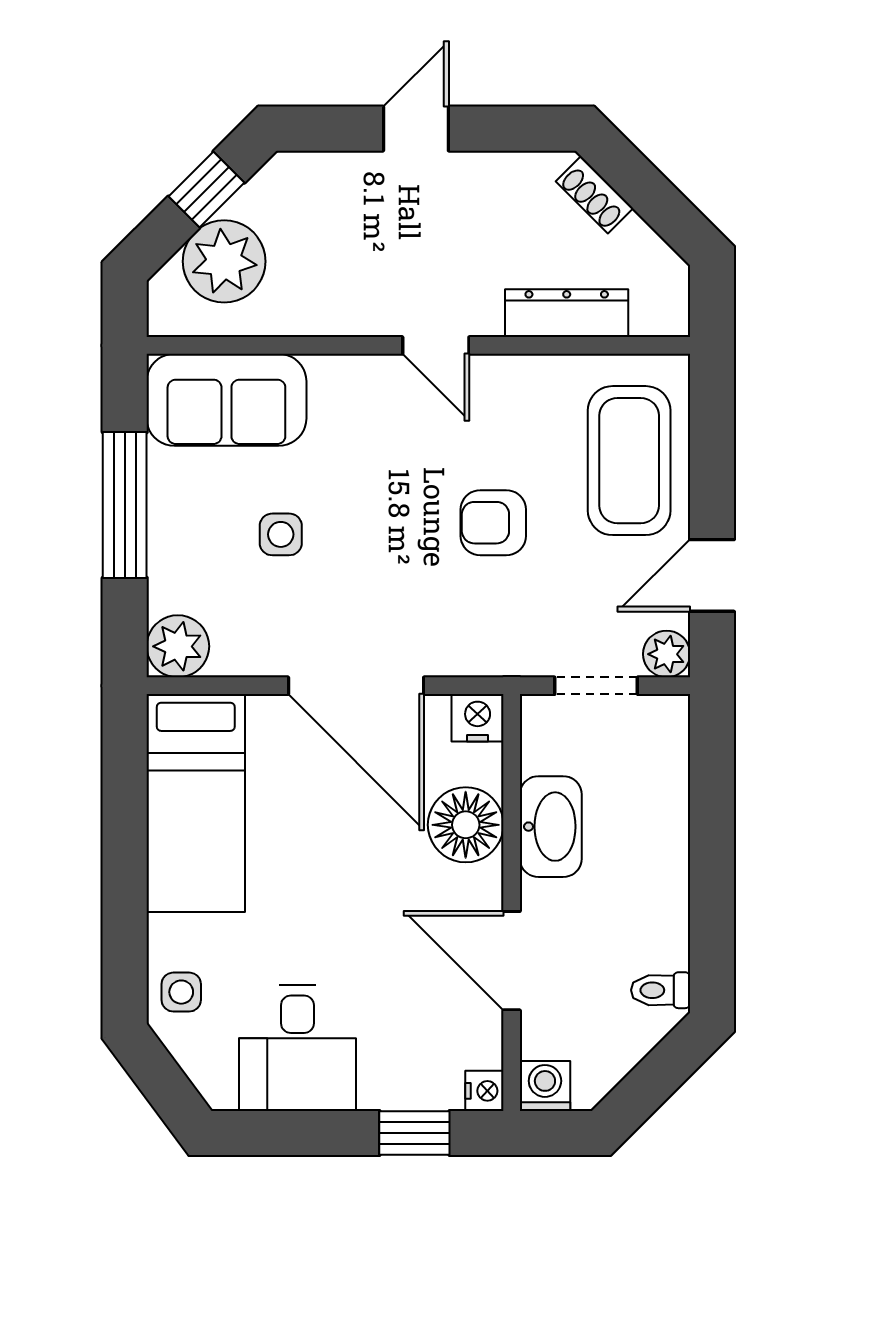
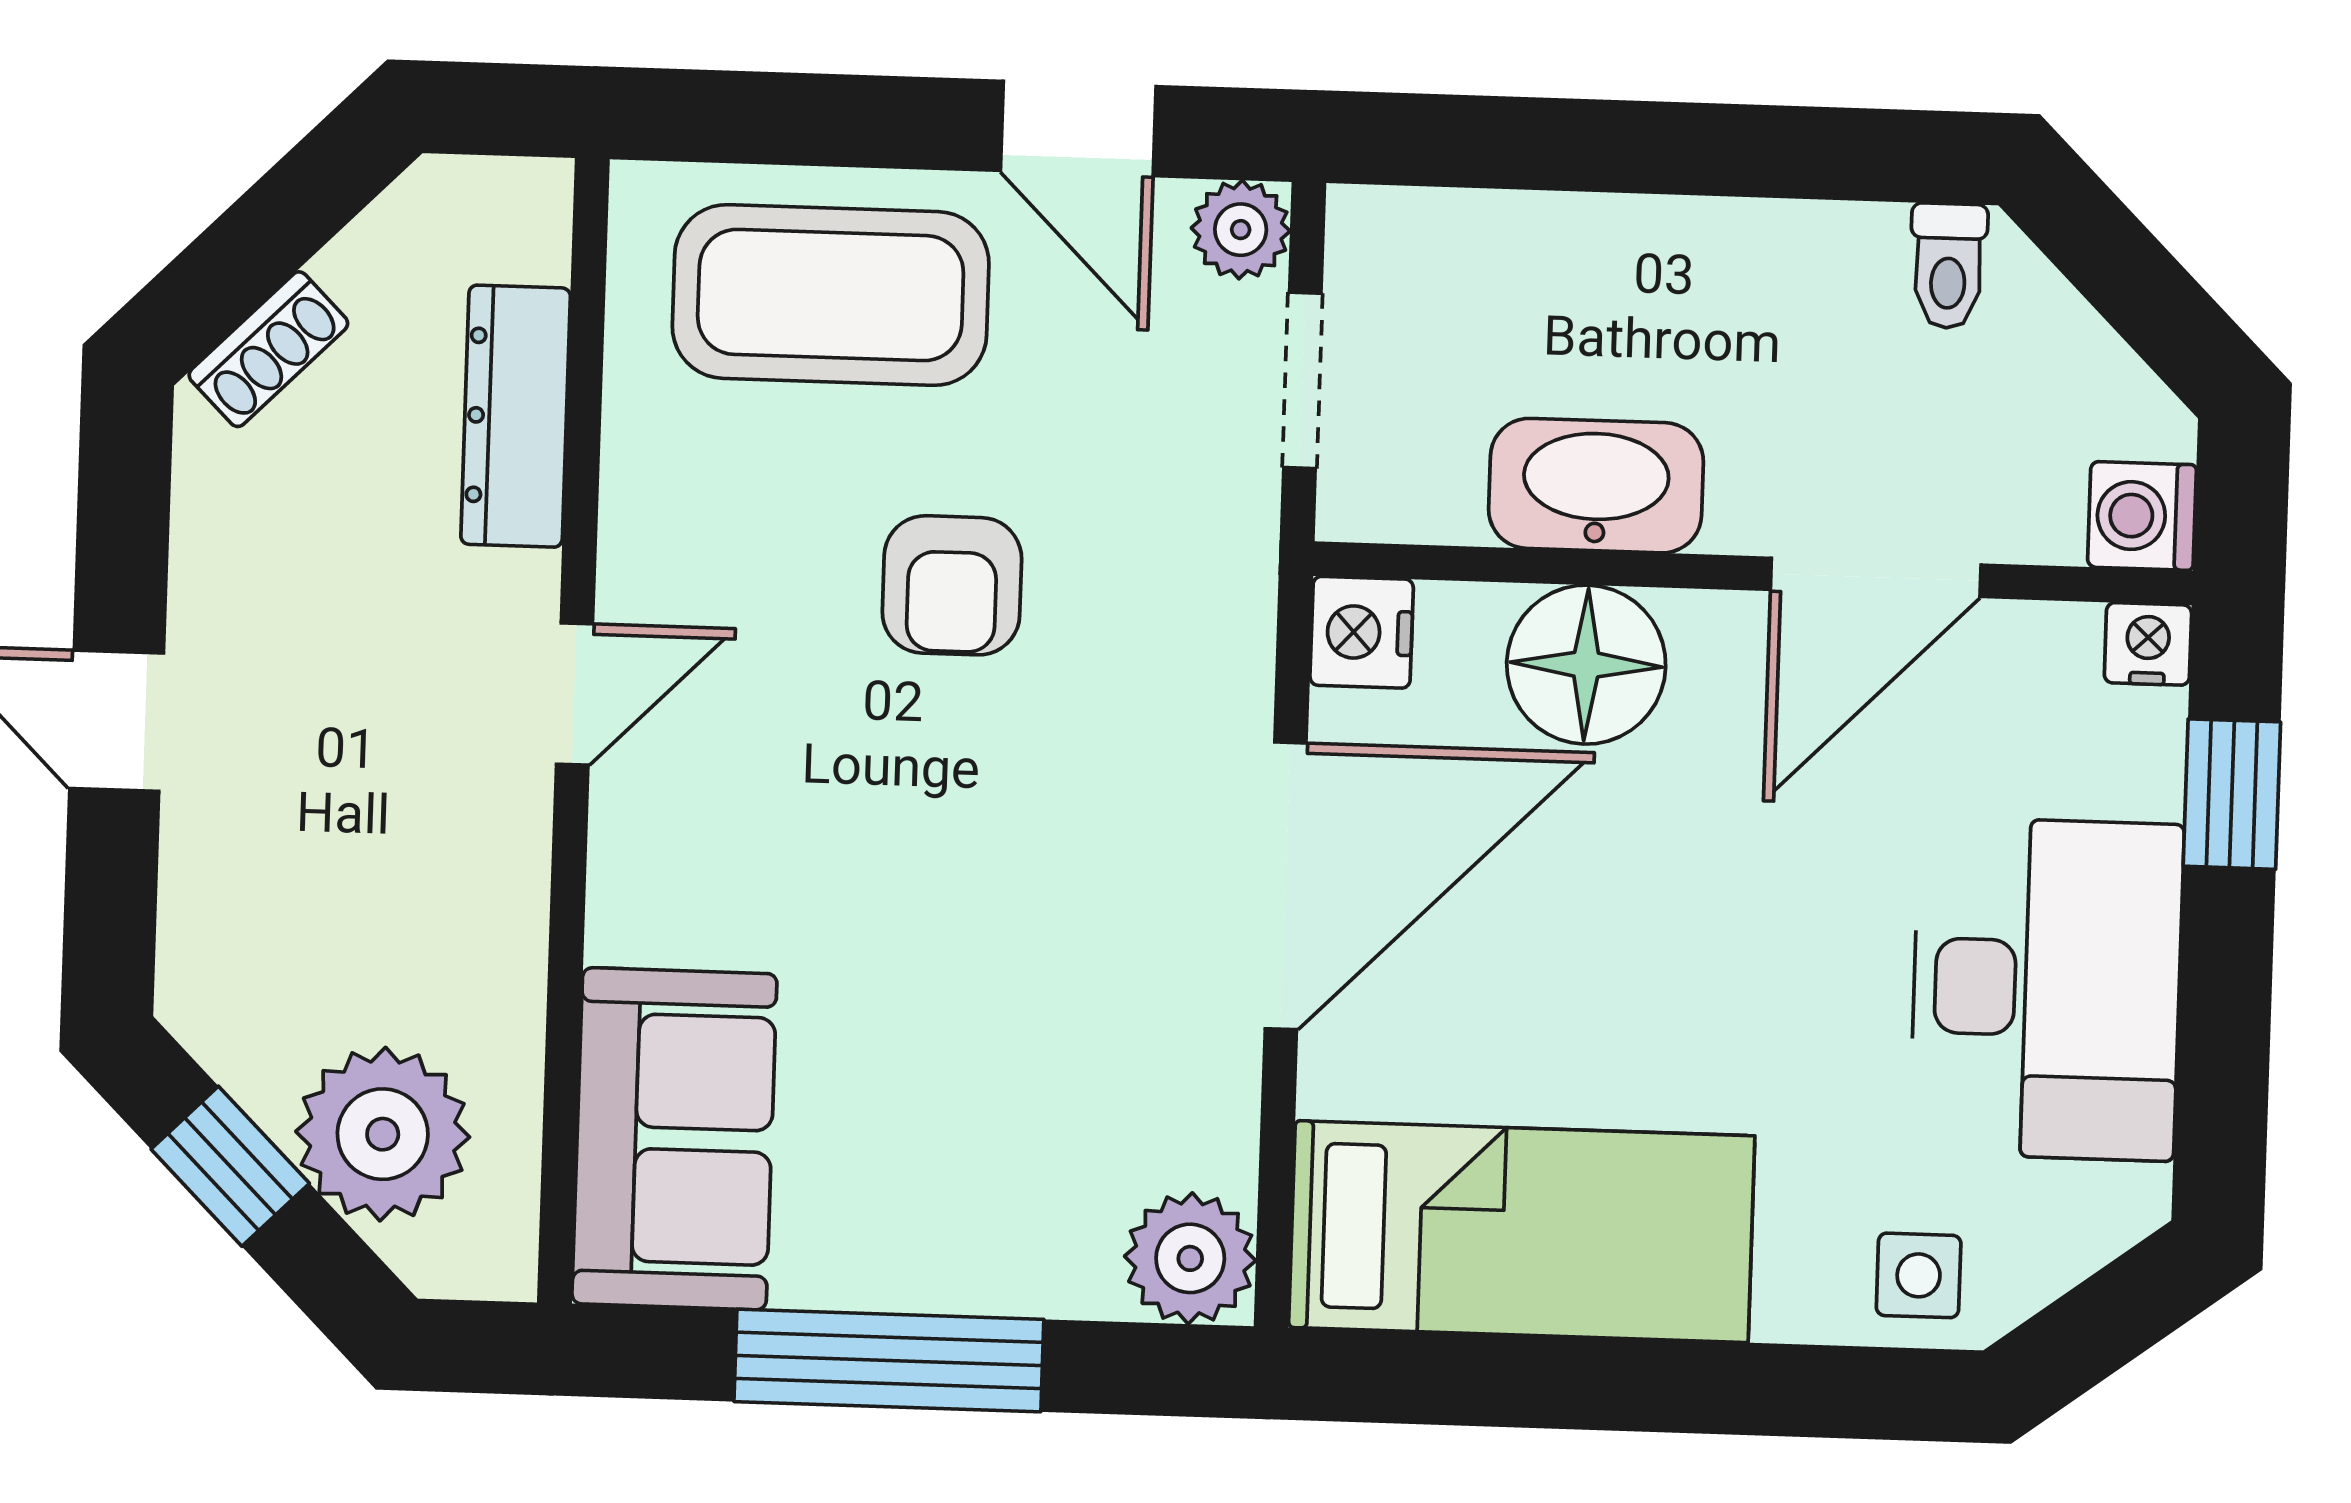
side table: (281, 534) -> (962, 1034), removed
desk: (297, 1048) -> (2047, 989), width x1.37

